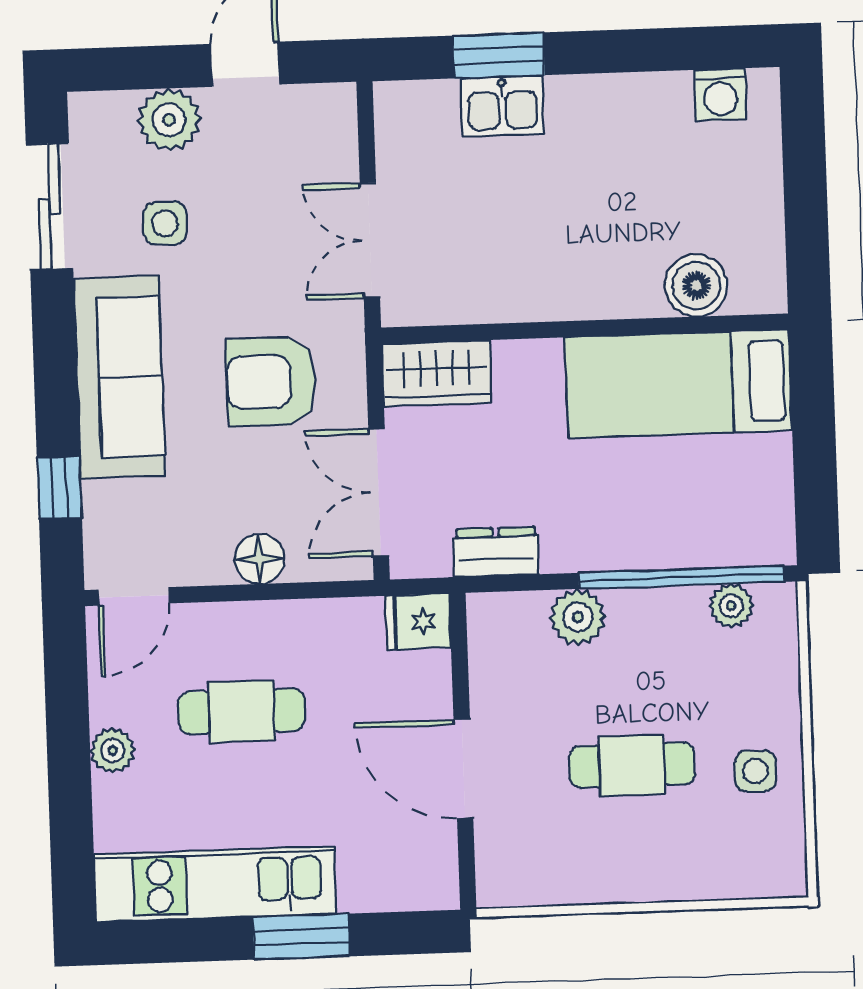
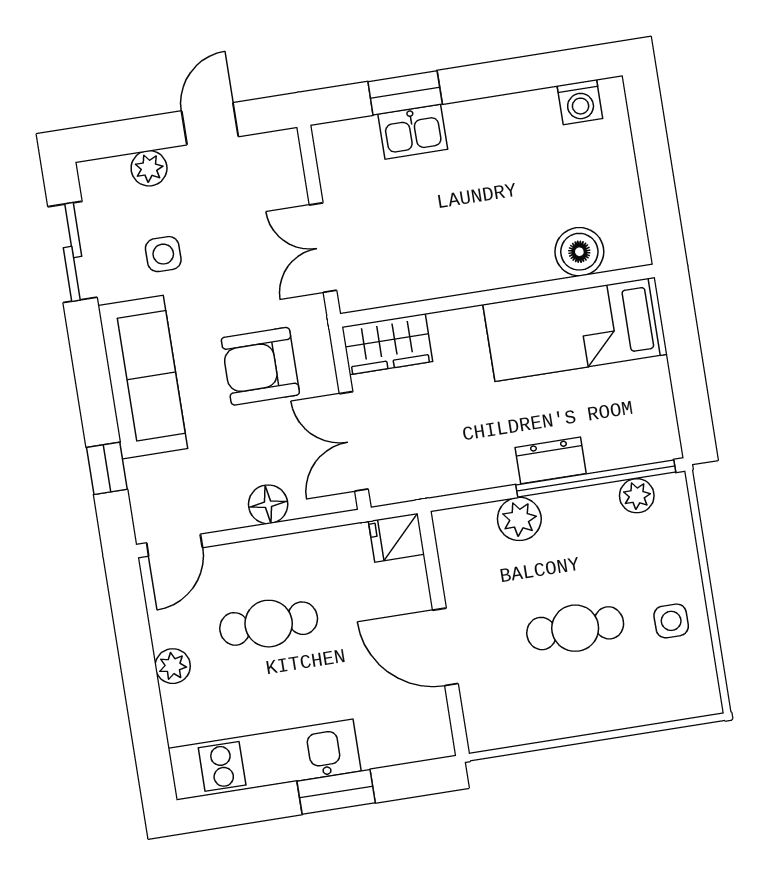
plant: (169, 120) -> (149, 168), width x0.73, depth x0.73
dresser: (496, 552) -> (551, 460), moved

